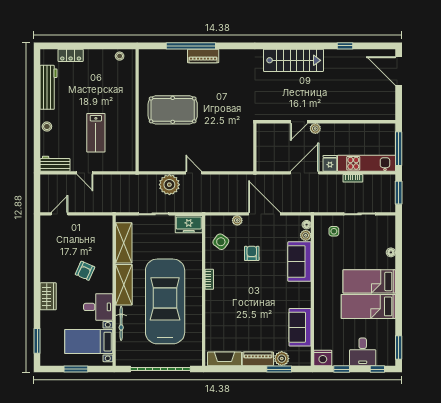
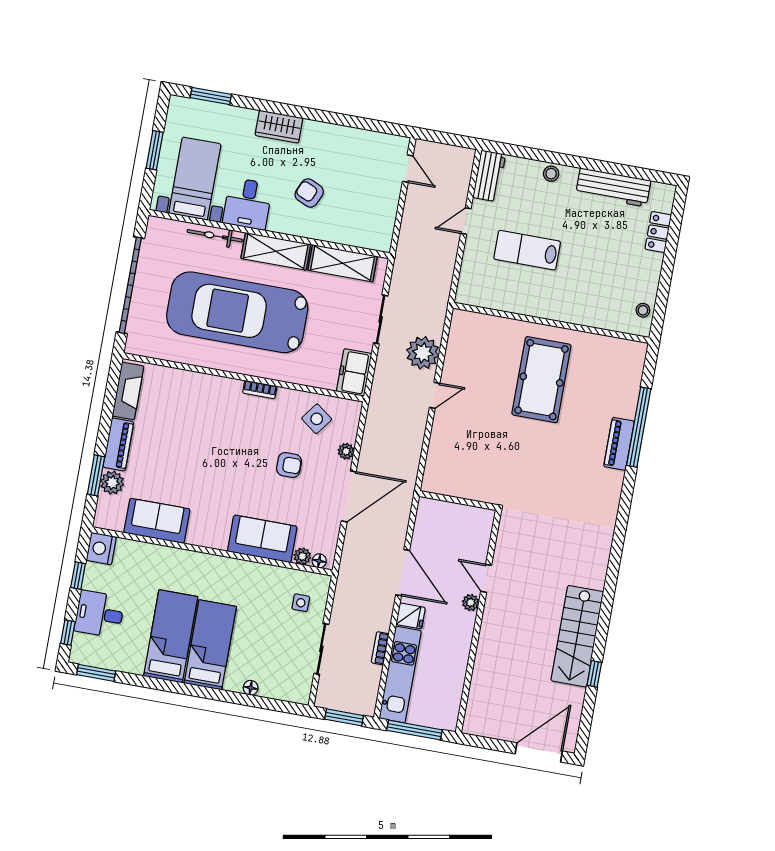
stairs: (293, 60) -> (577, 636), moved
car: (165, 301) -> (237, 312), turned 180

